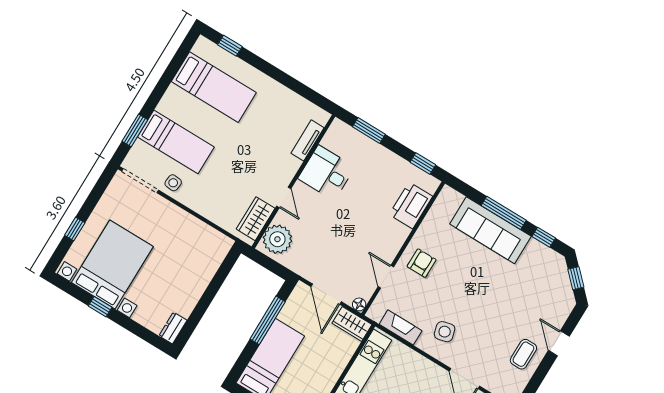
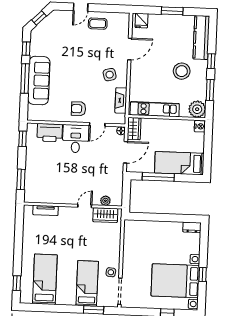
desk: (326, 173) -> (76, 139), moved, turned 180
plant: (277, 239) -> (105, 201), width x0.53, depth x0.53

